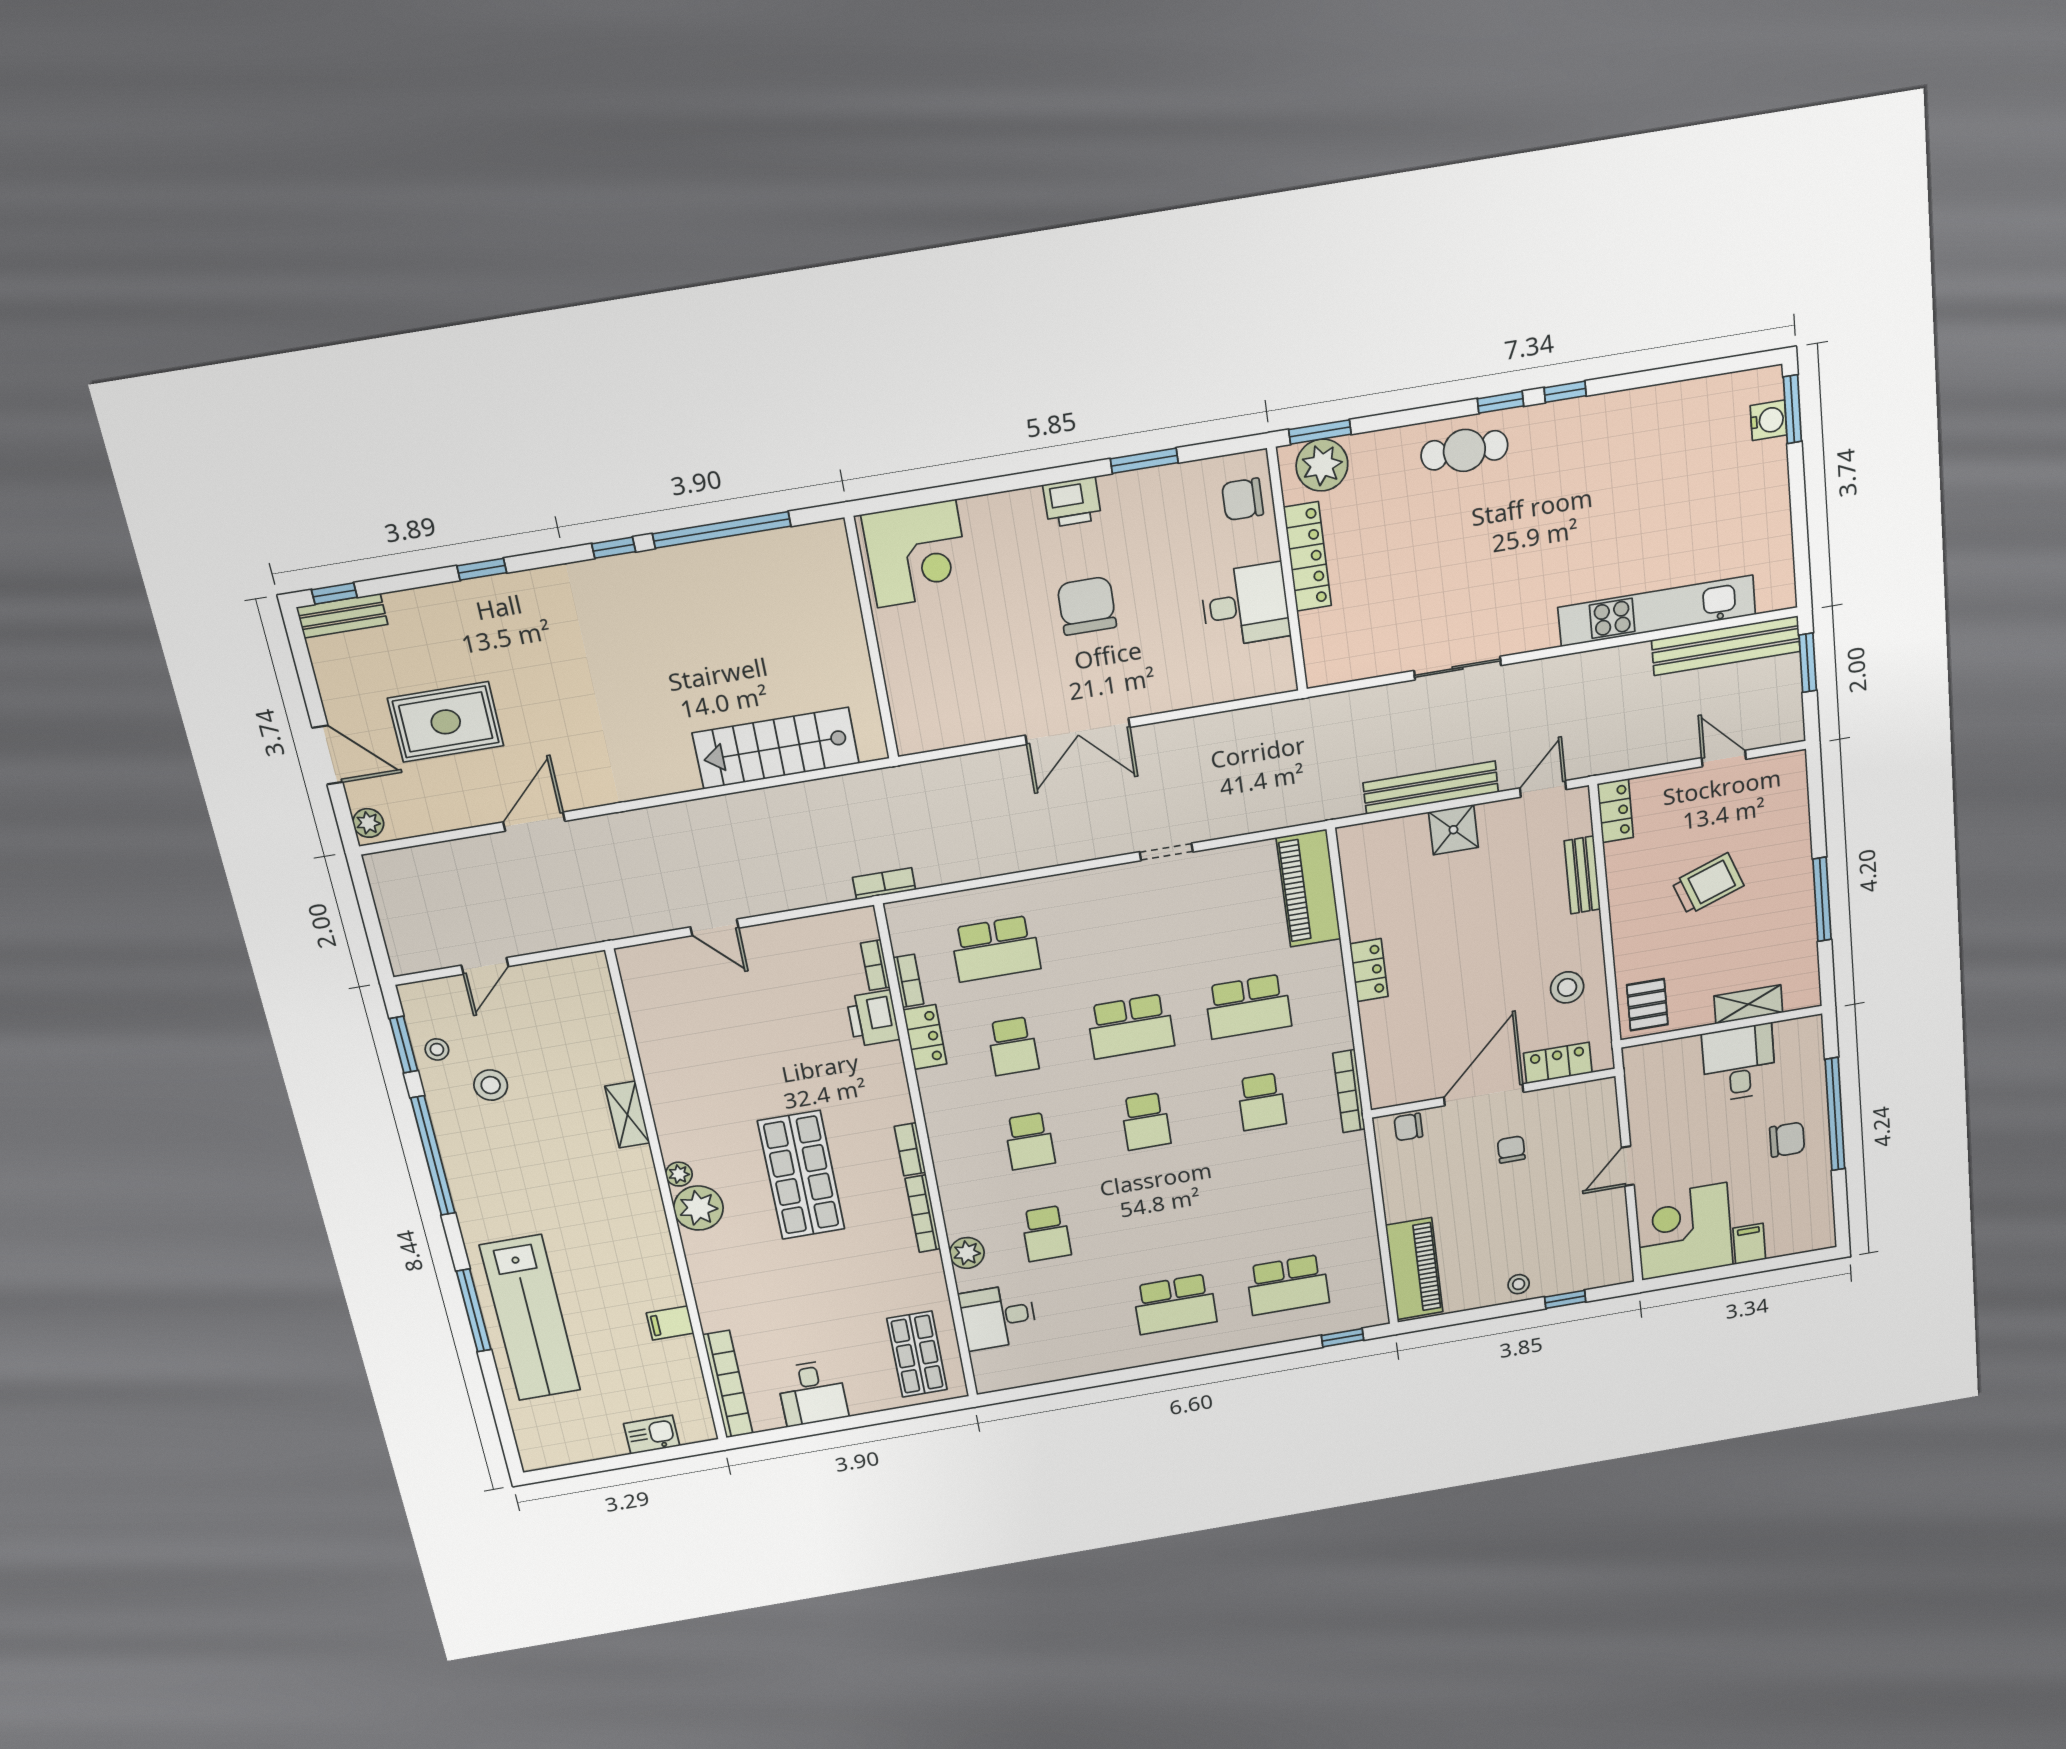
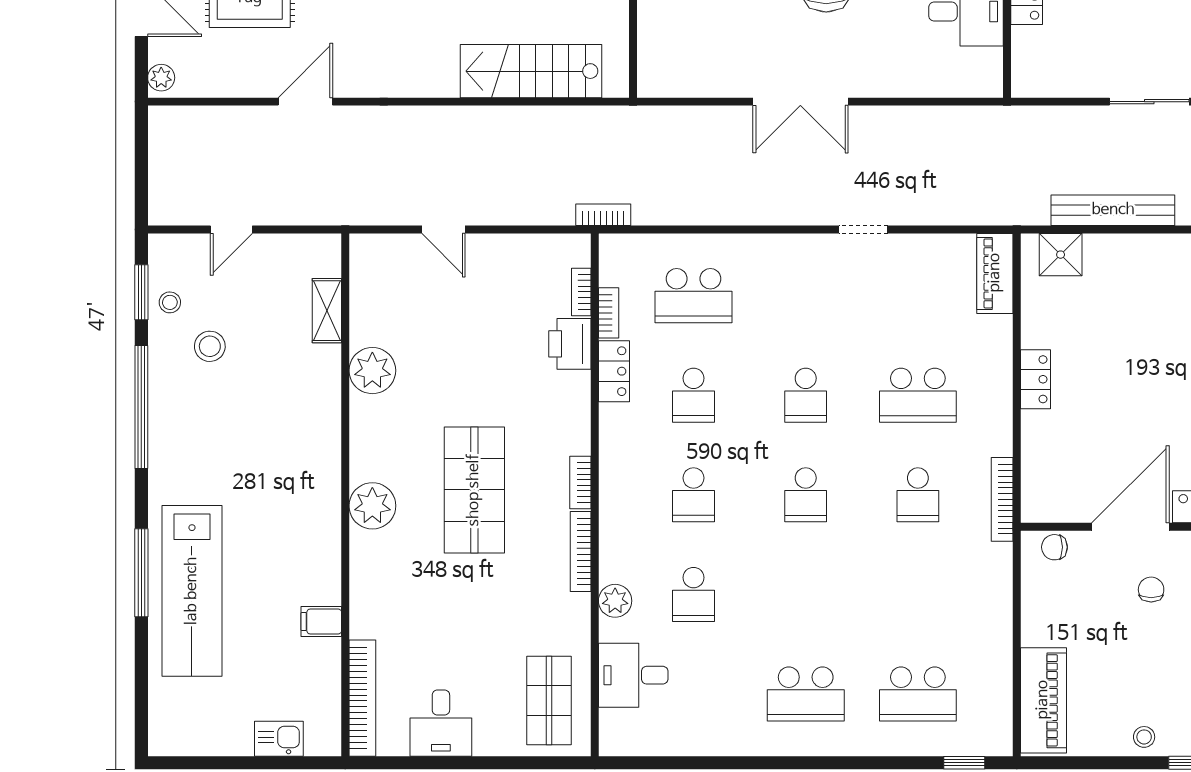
shower: (1453, 830) -> (1061, 255), moved
piano: (1309, 888) -> (995, 273), width x0.73, depth x0.75
school desk: (1131, 1026) -> (806, 395), width x0.54
shelving: (627, 1115) -> (327, 311), moved
plant: (679, 1174) -> (372, 371), moved, width x1.88, depth x1.88

